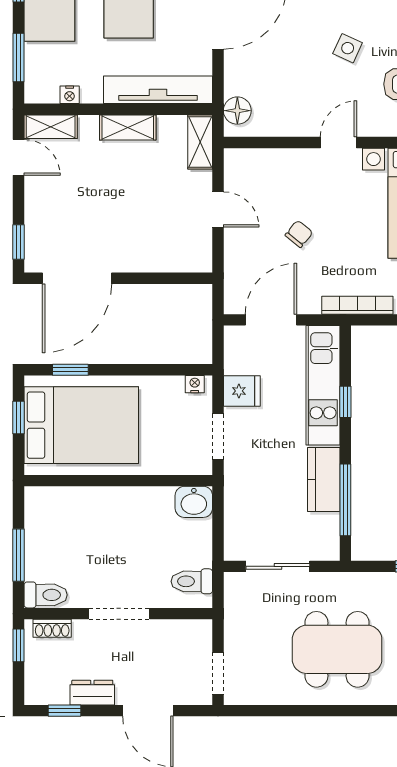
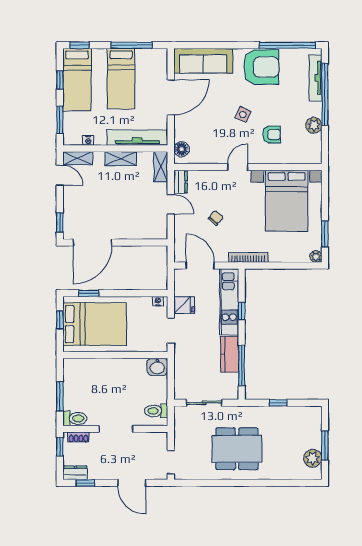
dresser: (236, 170) -> (181, 182), added
door: (271, 320) -> (200, 266), hinge flipped
dresser: (92, 693) -> (75, 473), moved

